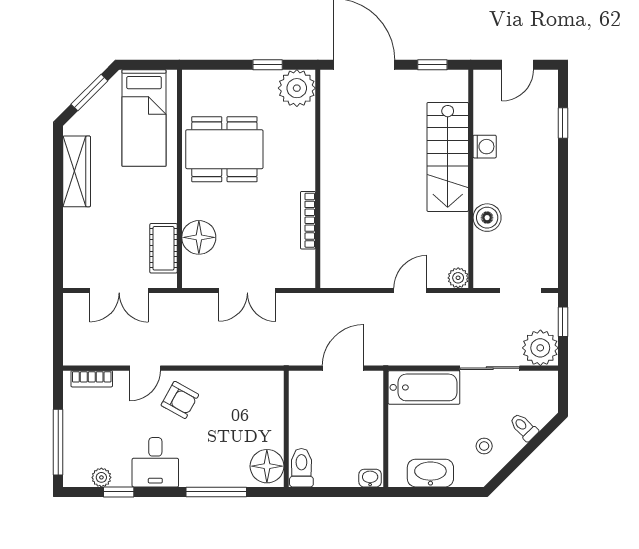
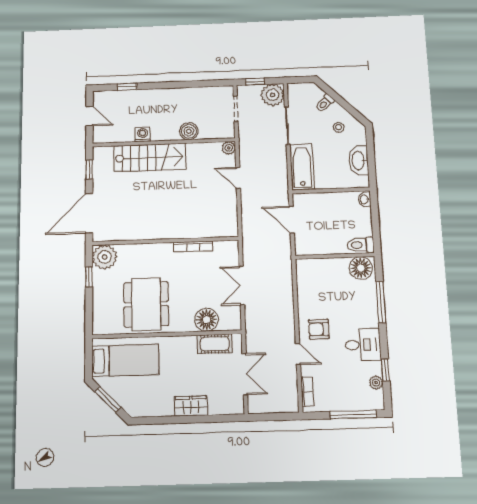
wardrobe: (77, 171) -> (191, 406), moved, width x0.67
double door: (247, 290) -> (242, 285), swing flipped
armchair: (180, 400) -> (319, 329), turned -119

